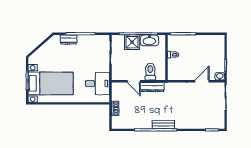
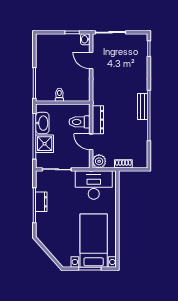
dresser: (69, 39) -> (41, 202), moved
door: (134, 81) -> (91, 142), swing flipped
desk: (97, 84) -> (94, 185), width x1.37
plant: (117, 88) -> (99, 161), added

